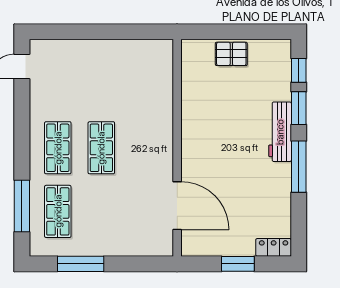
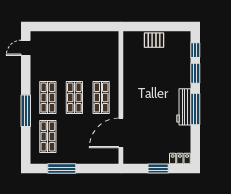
workbench: (280, 132) -> (184, 107), moved
shop shelf: (145, 148) -> (101, 98), added
window: (22, 206) -> (26, 111), moved
door: (177, 206) -> (121, 133), swing flipped

